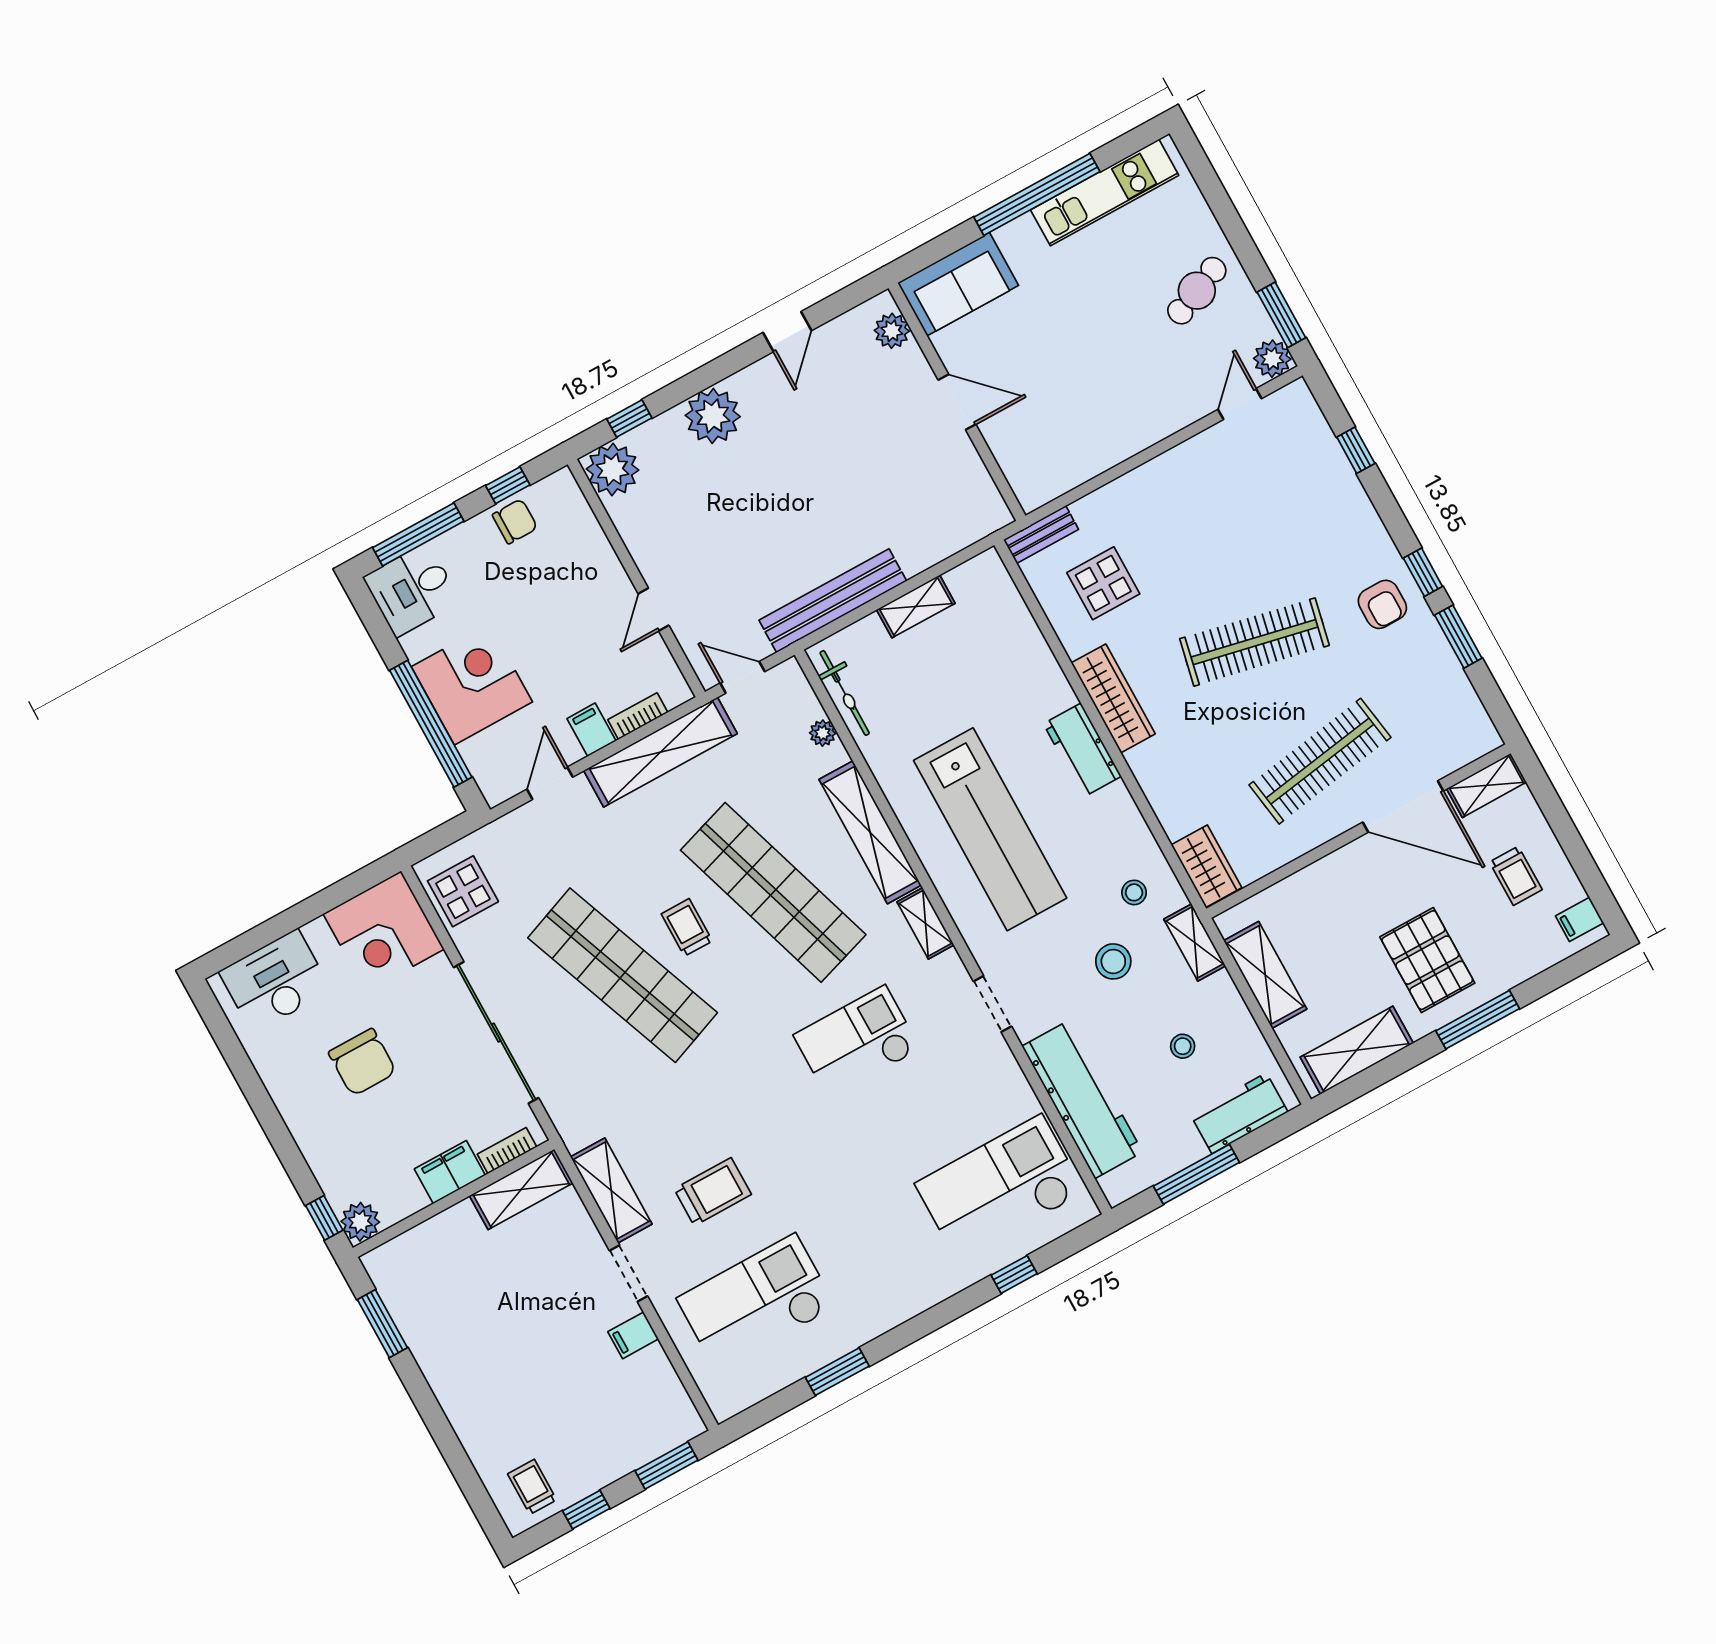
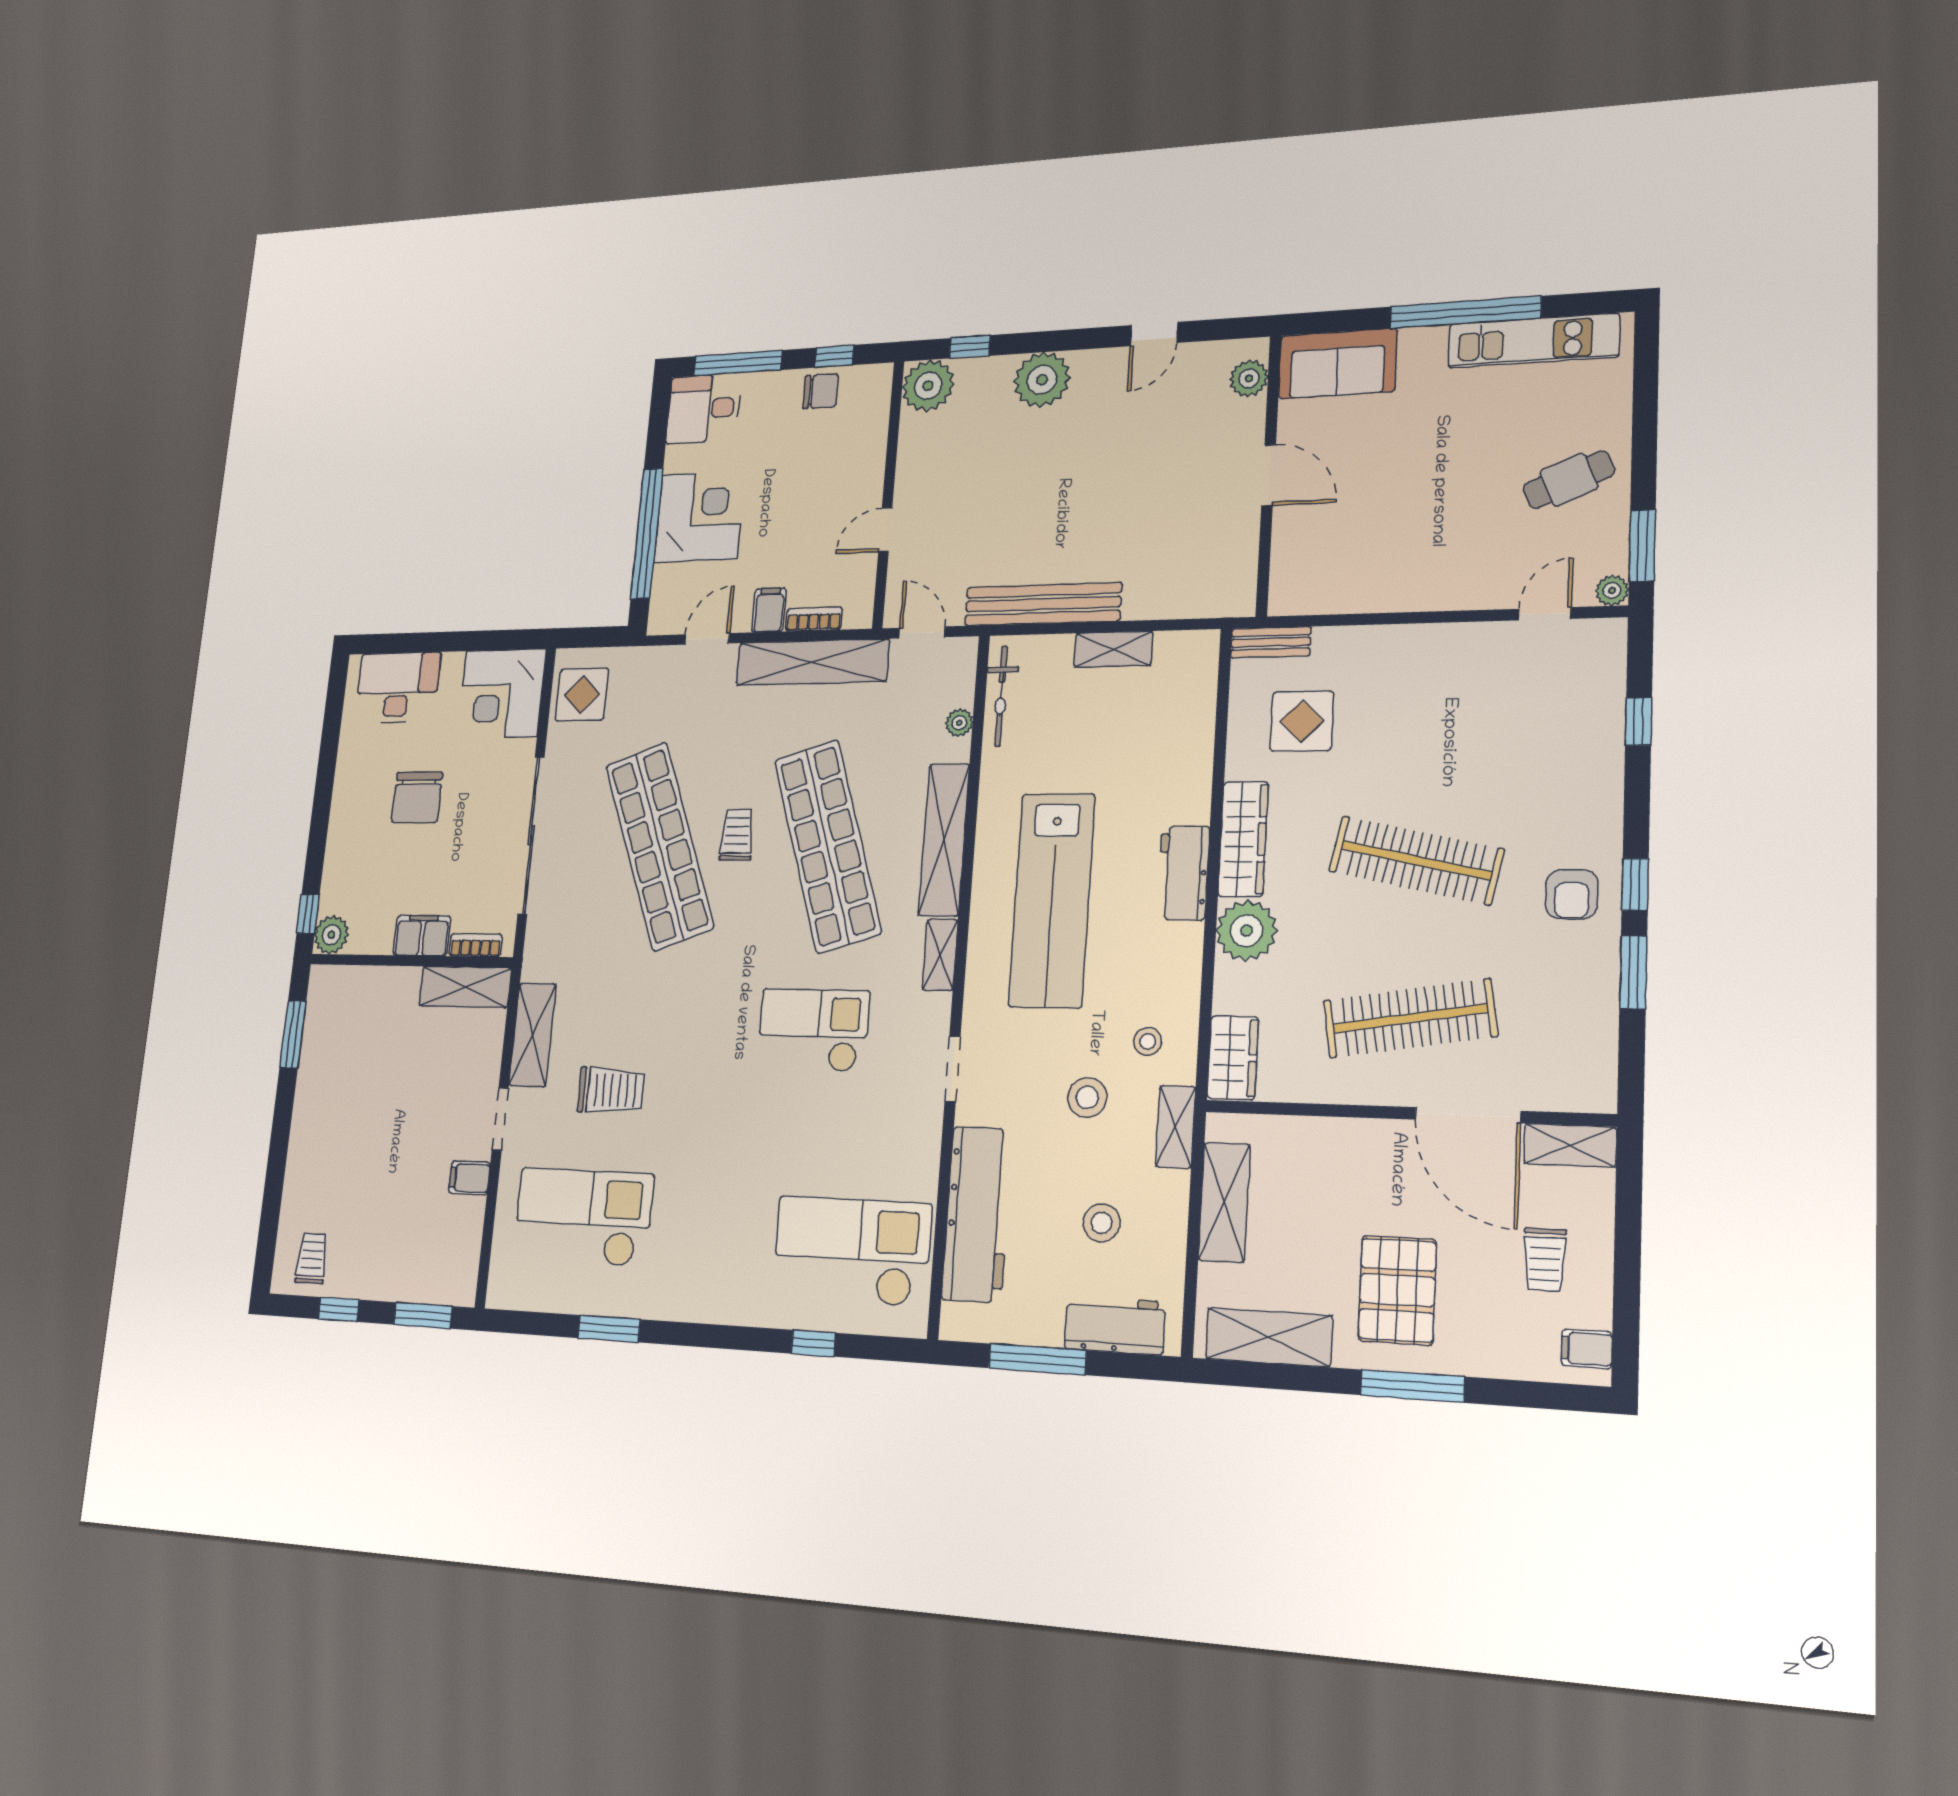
plant: (1272, 359) -> (1612, 591), width x0.73, depth x0.73
plant: (1159, 766) -> (1246, 931), added
stool: (1183, 1046) -> (1102, 1223), width x1.37, depth x1.37

